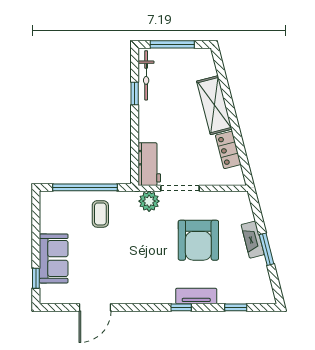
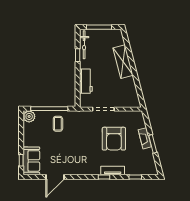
locker: (228, 150) -> (131, 87), removed
workbench: (149, 164) -> (86, 81), moved
plant: (149, 201) -> (29, 116), moved
sofa: (54, 258) -> (31, 161), moved

